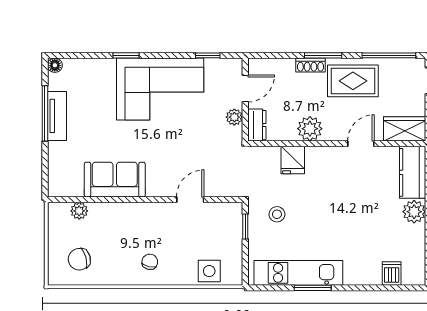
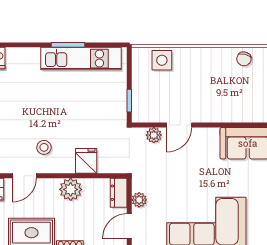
plant: (218, 188) -> (154, 135), added
stool: (277, 214) -> (44, 147), moved
chair: (150, 262) -> (244, 59), moved

